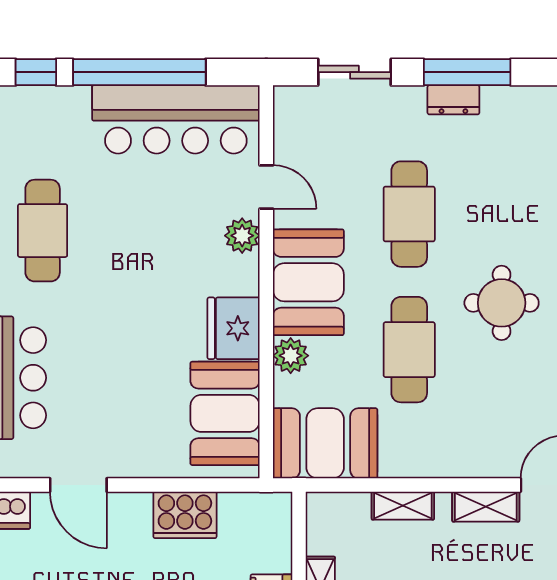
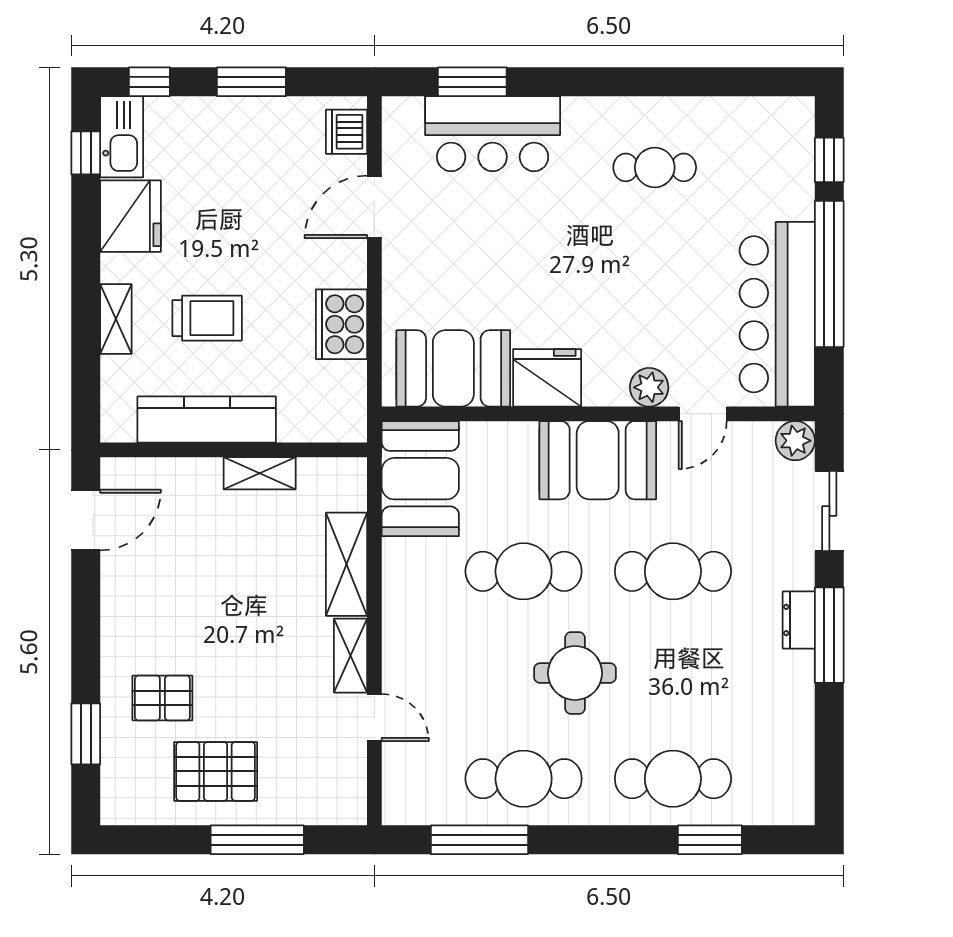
cafe table: (43, 231) -> (655, 167), width x0.73, depth x0.74
plant: (291, 356) -> (795, 441), moved
shelving: (403, 506) -> (347, 564), width x1.50, depth x1.33

